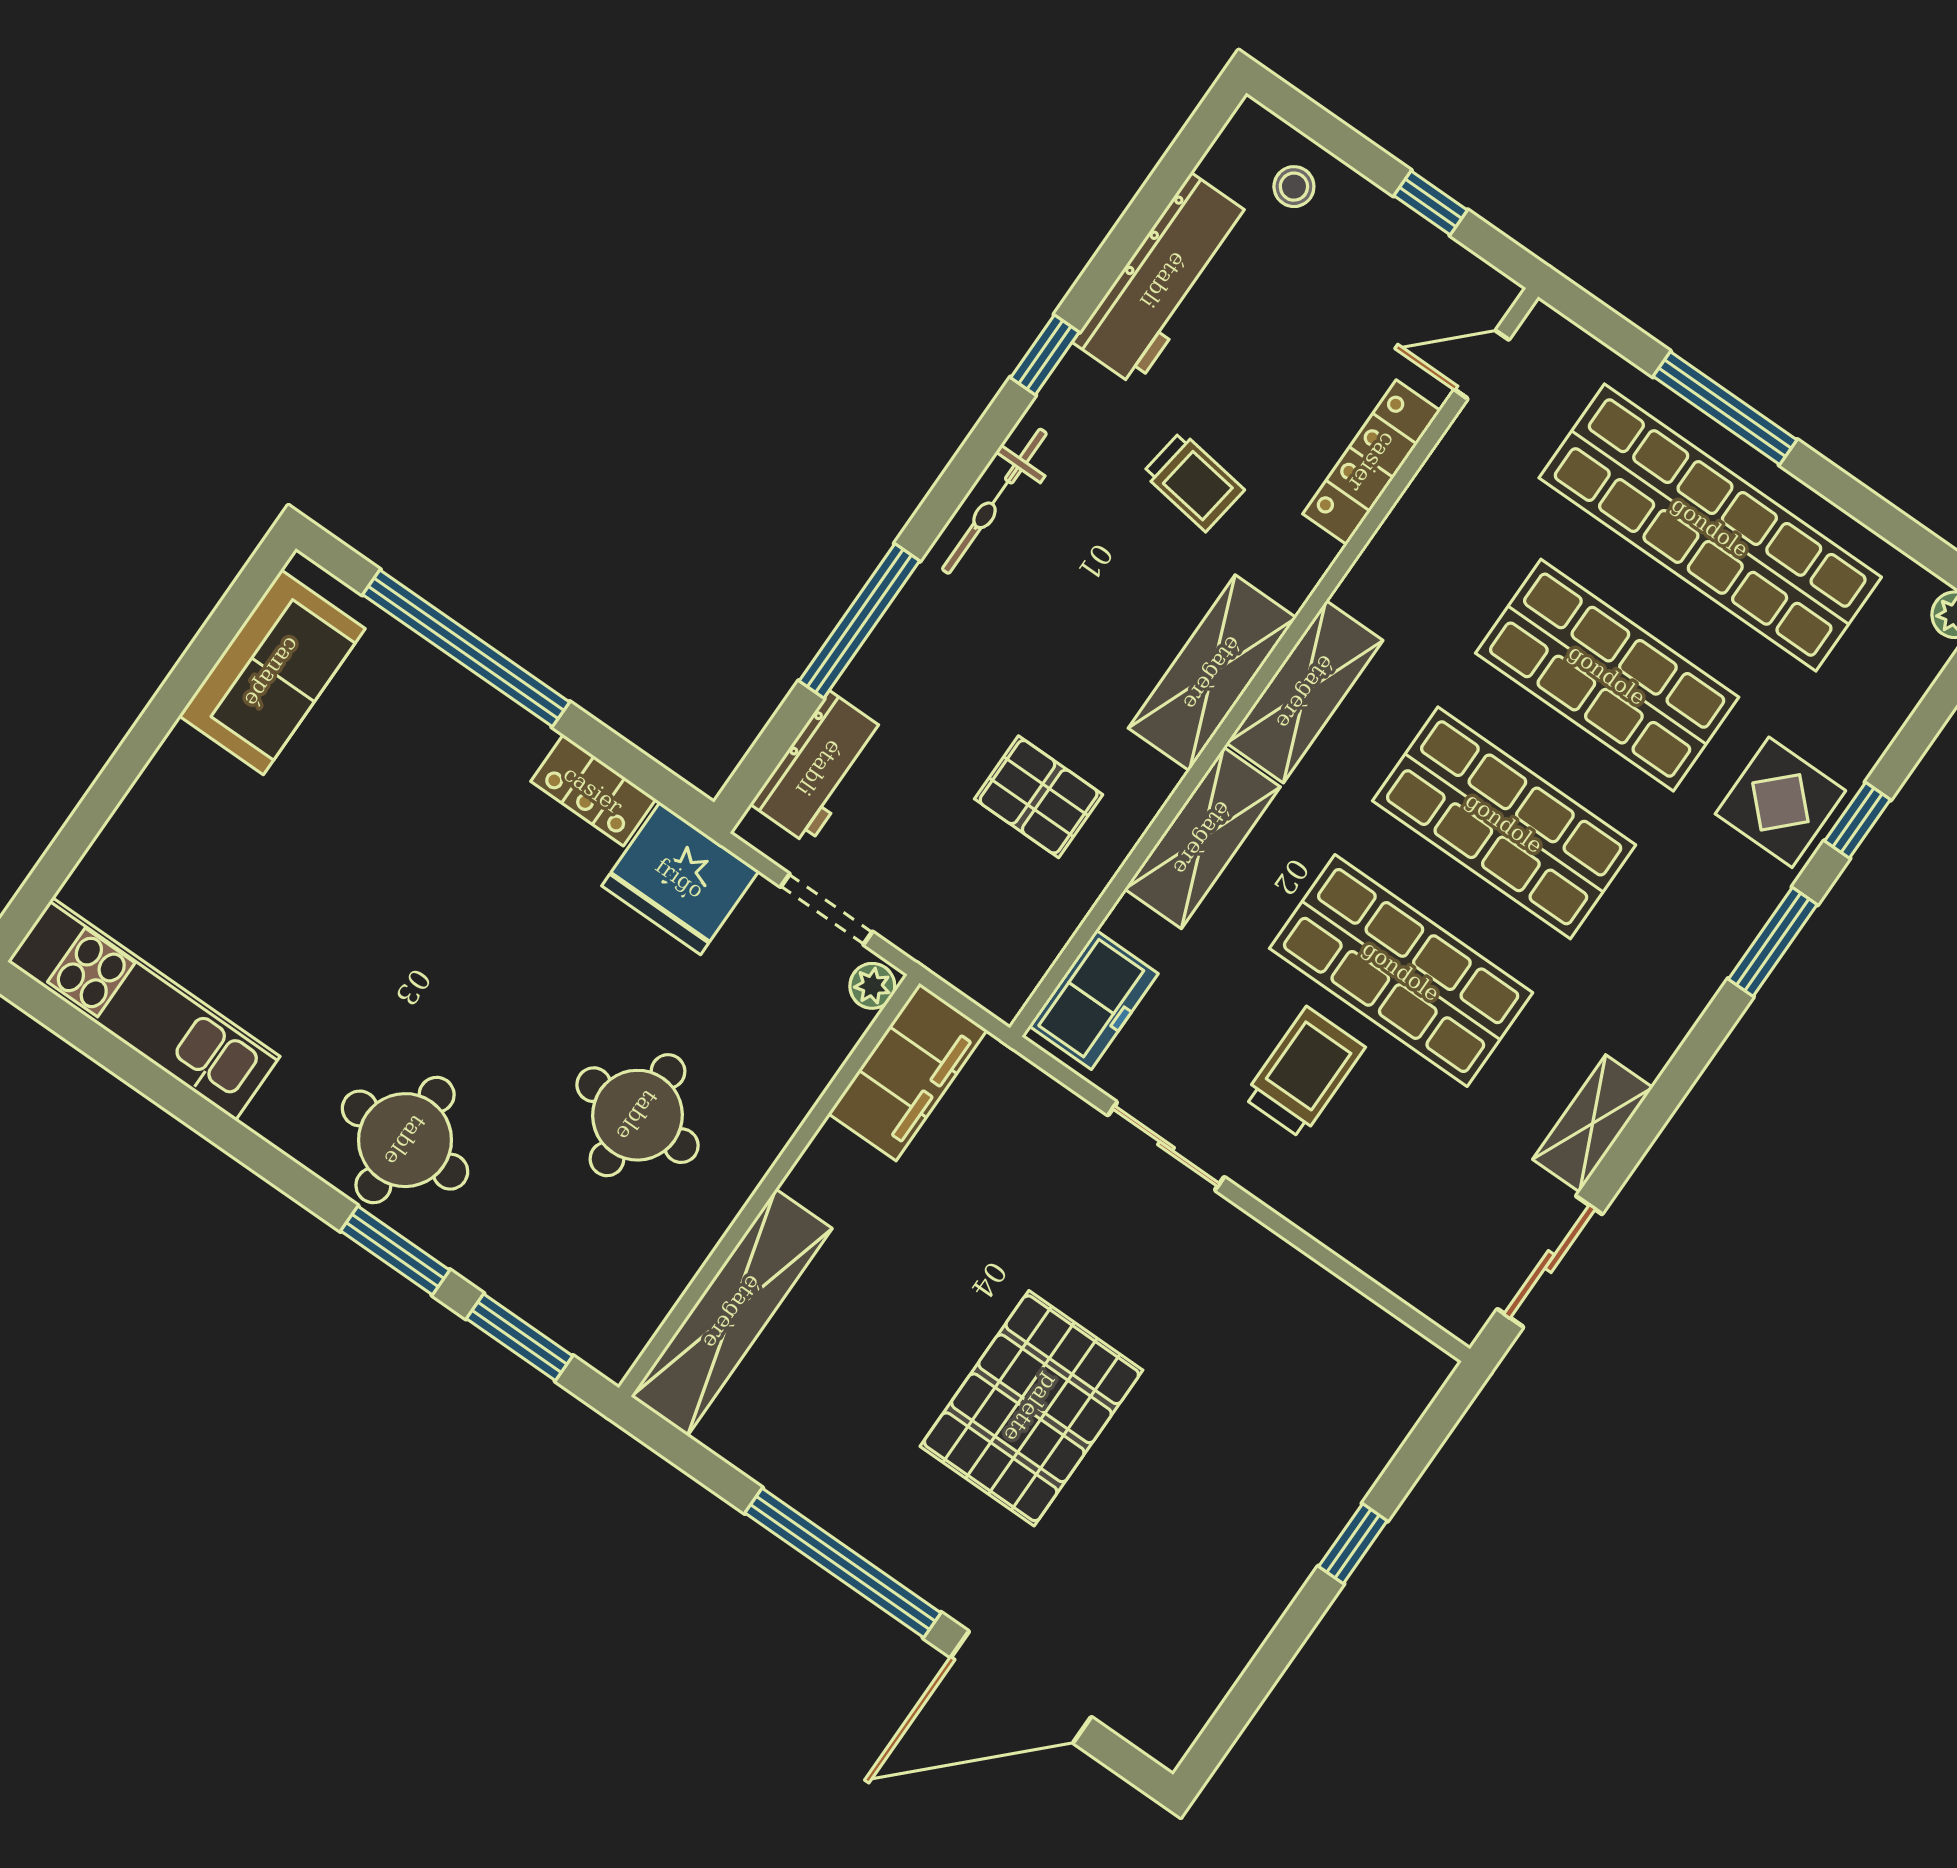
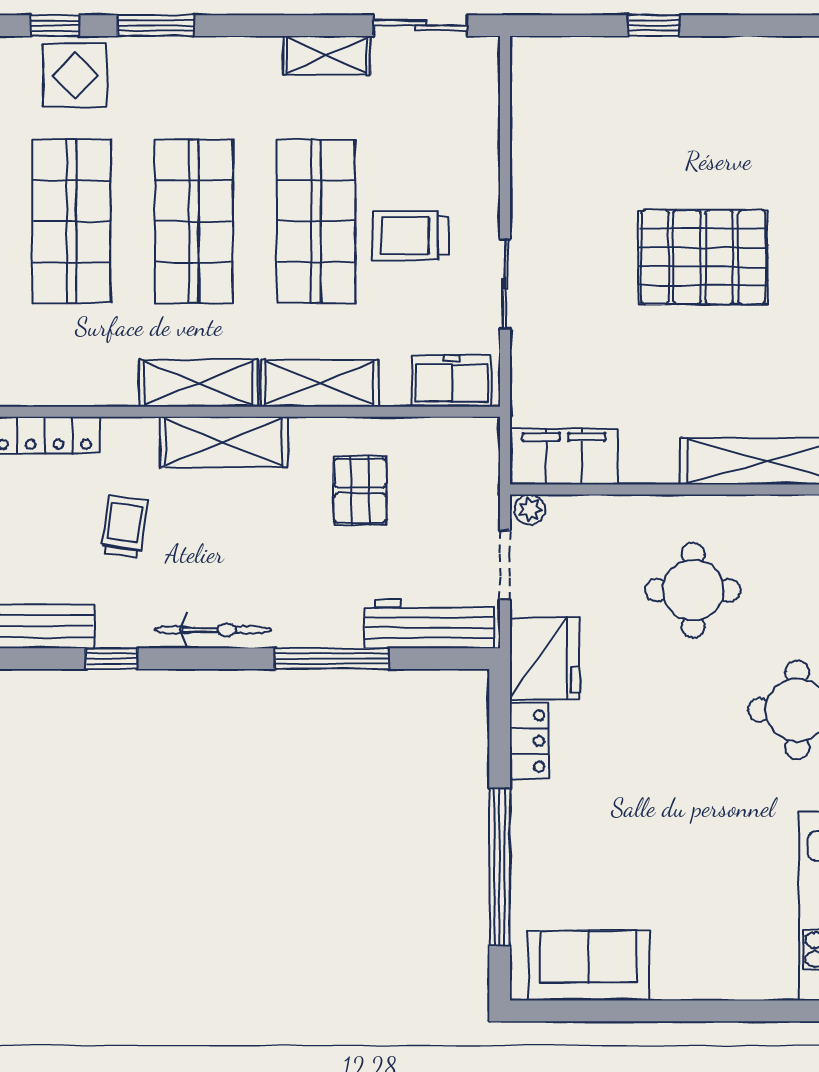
workbench: (819, 768) -> (429, 624), width x1.38

